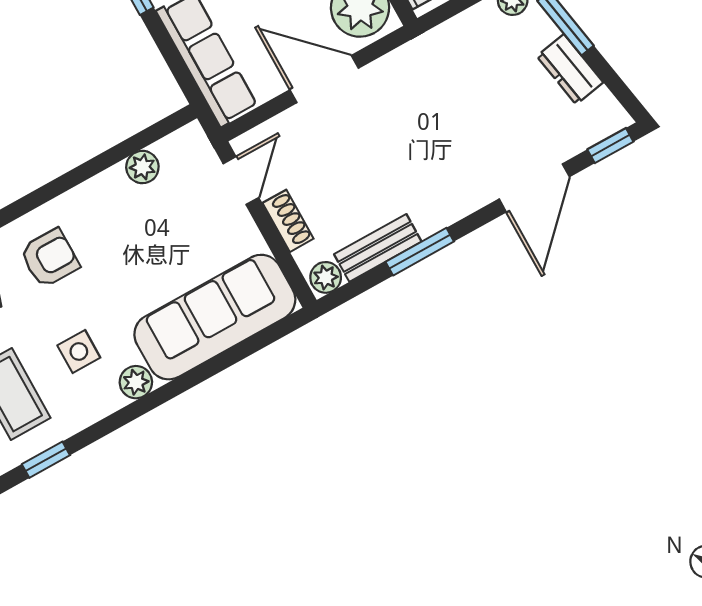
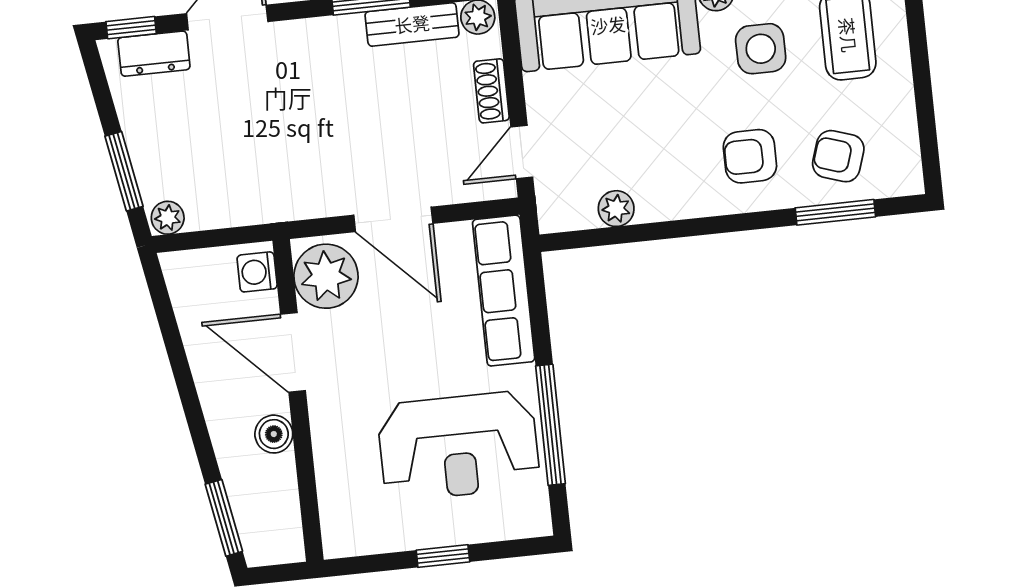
dresser: (570, 69) -> (154, 54), moved, turned 100
side table: (79, 351) -> (761, 49), width x1.37, depth x1.37

